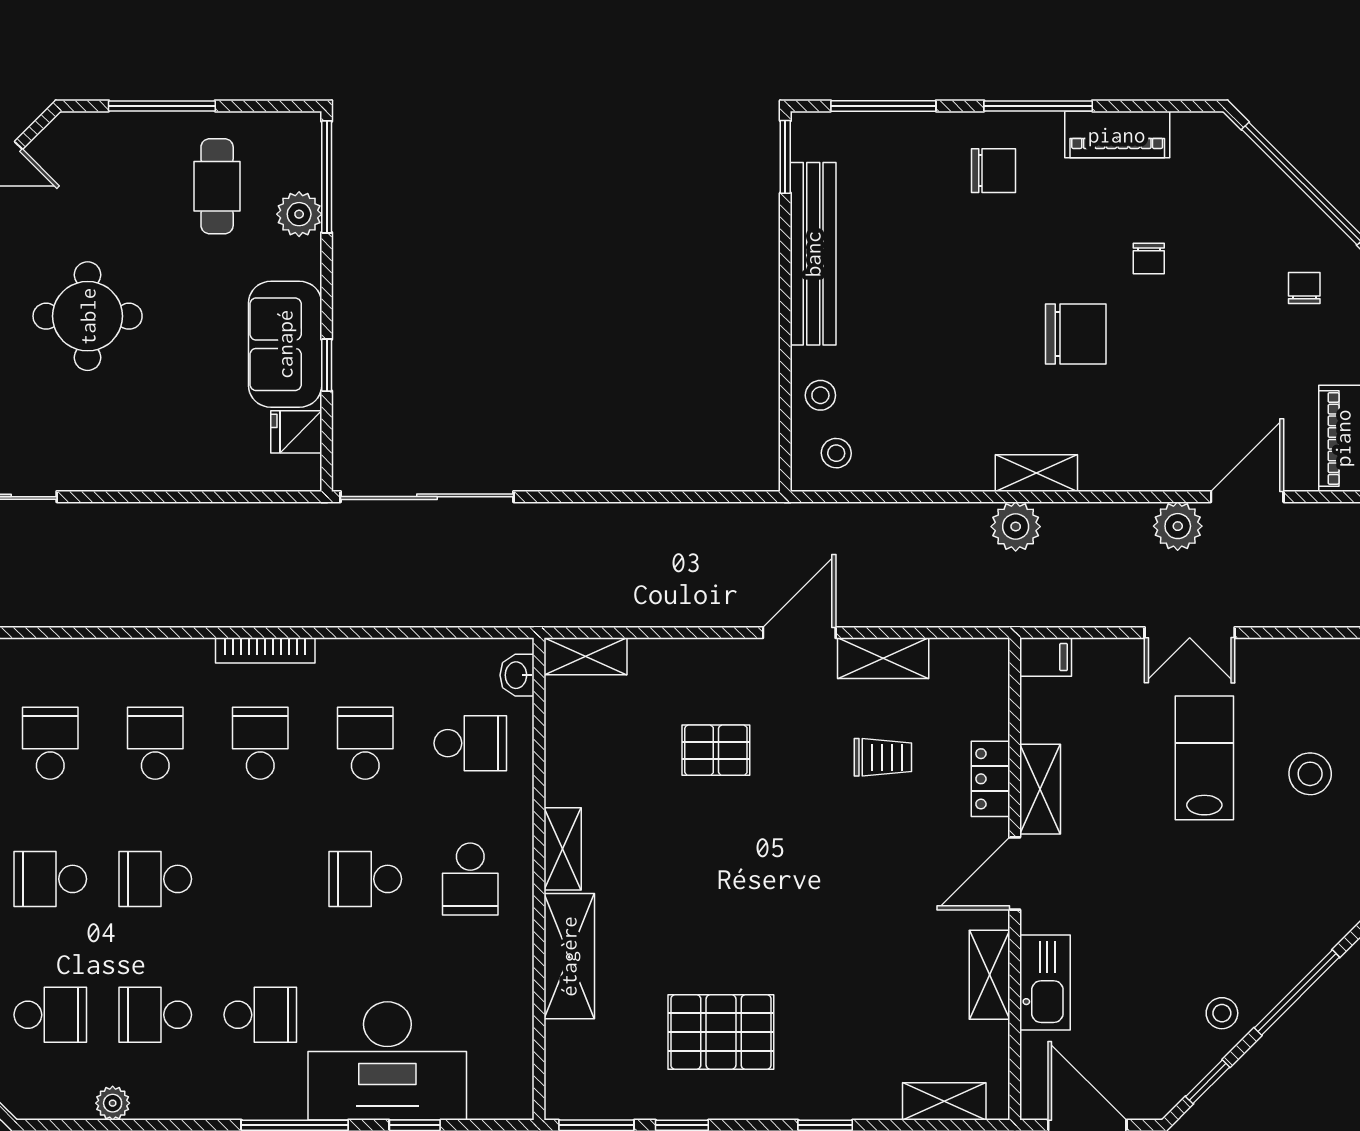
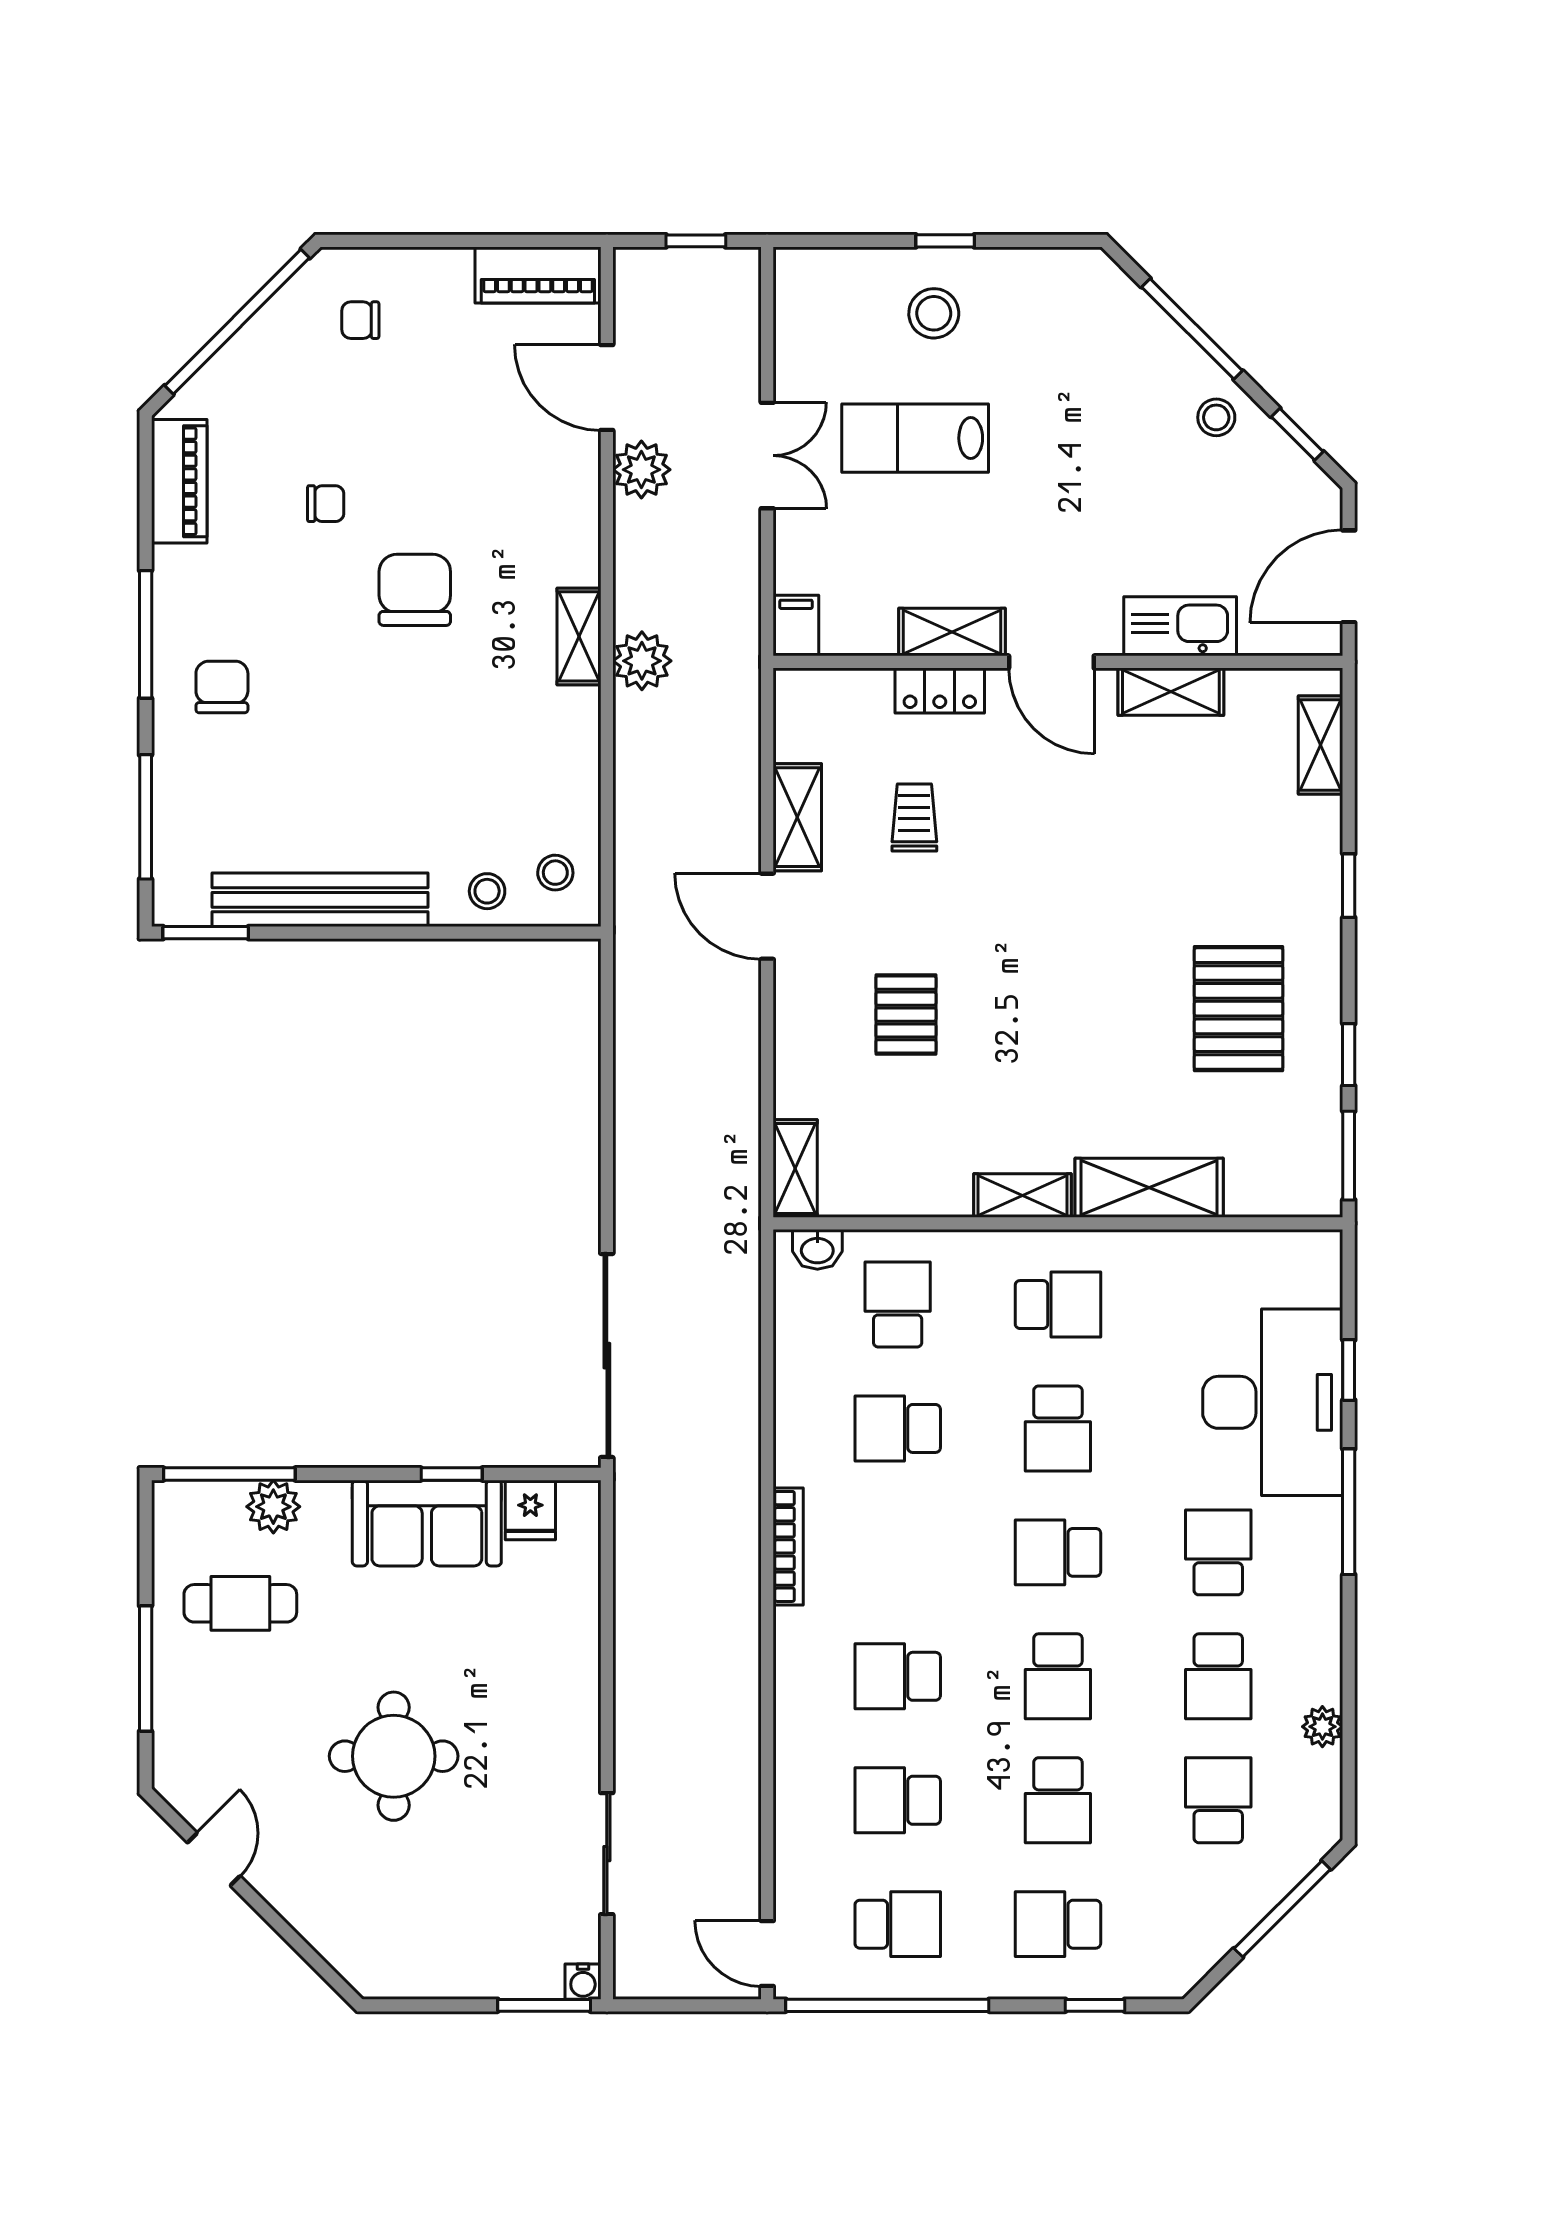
piano: (1117, 135) -> (179, 481), moved
school desk: (260, 743) -> (1058, 1552), moved

